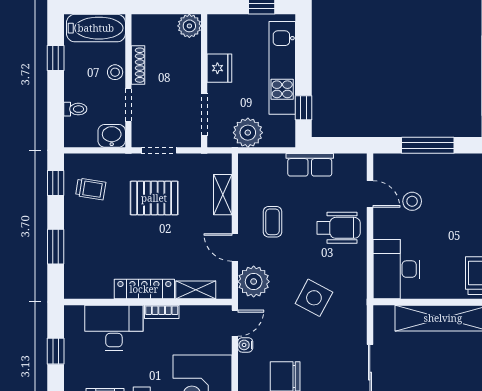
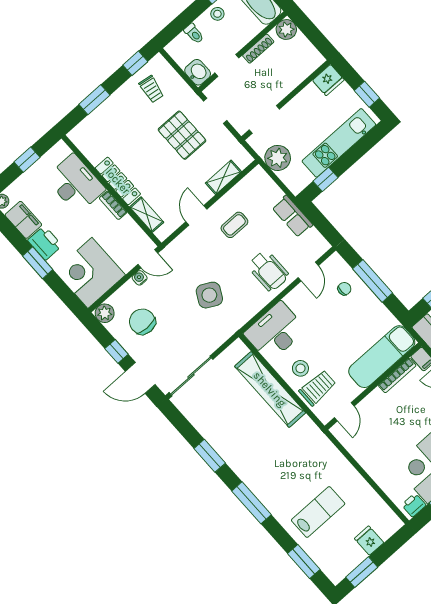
plant: (189, 26) -> (286, 29), moved
fridge: (219, 68) -> (328, 80), moved
stool: (115, 72) -> (217, 14), moved
chair: (413, 176) -> (344, 289), added
stool: (412, 201) -> (300, 368), moved
plant: (254, 282) -> (185, 247), removed

